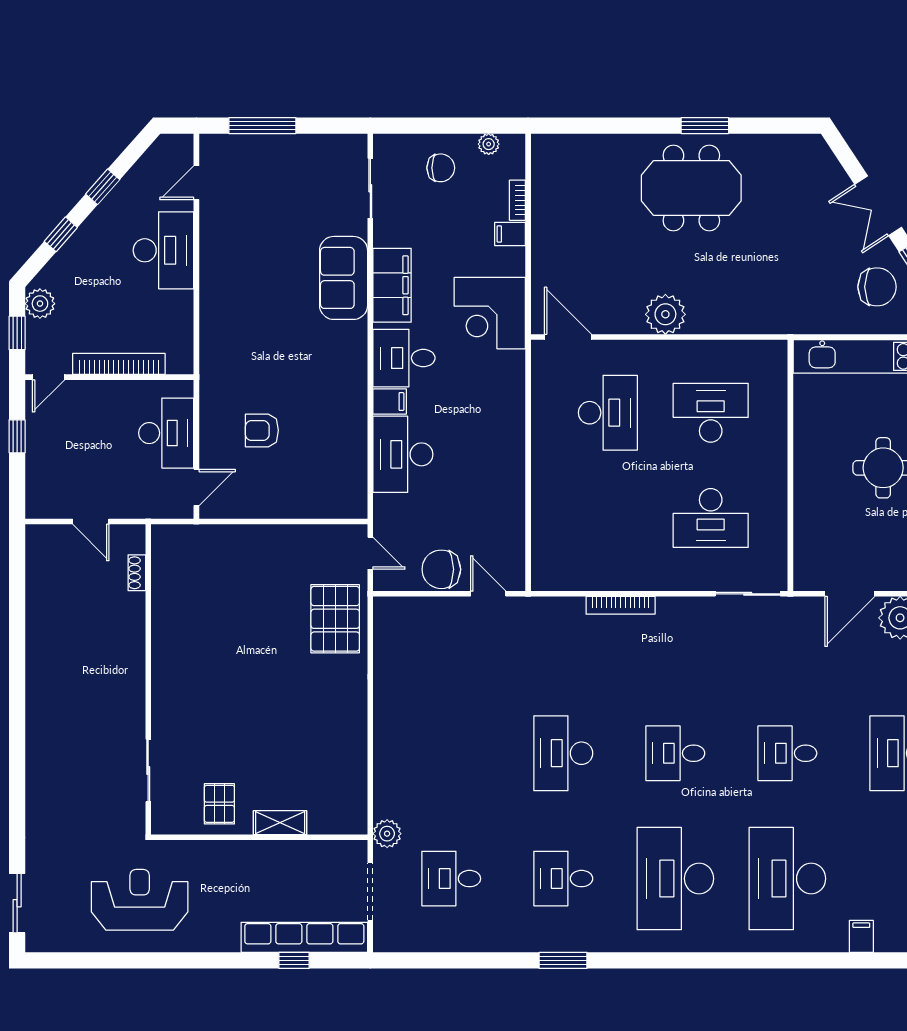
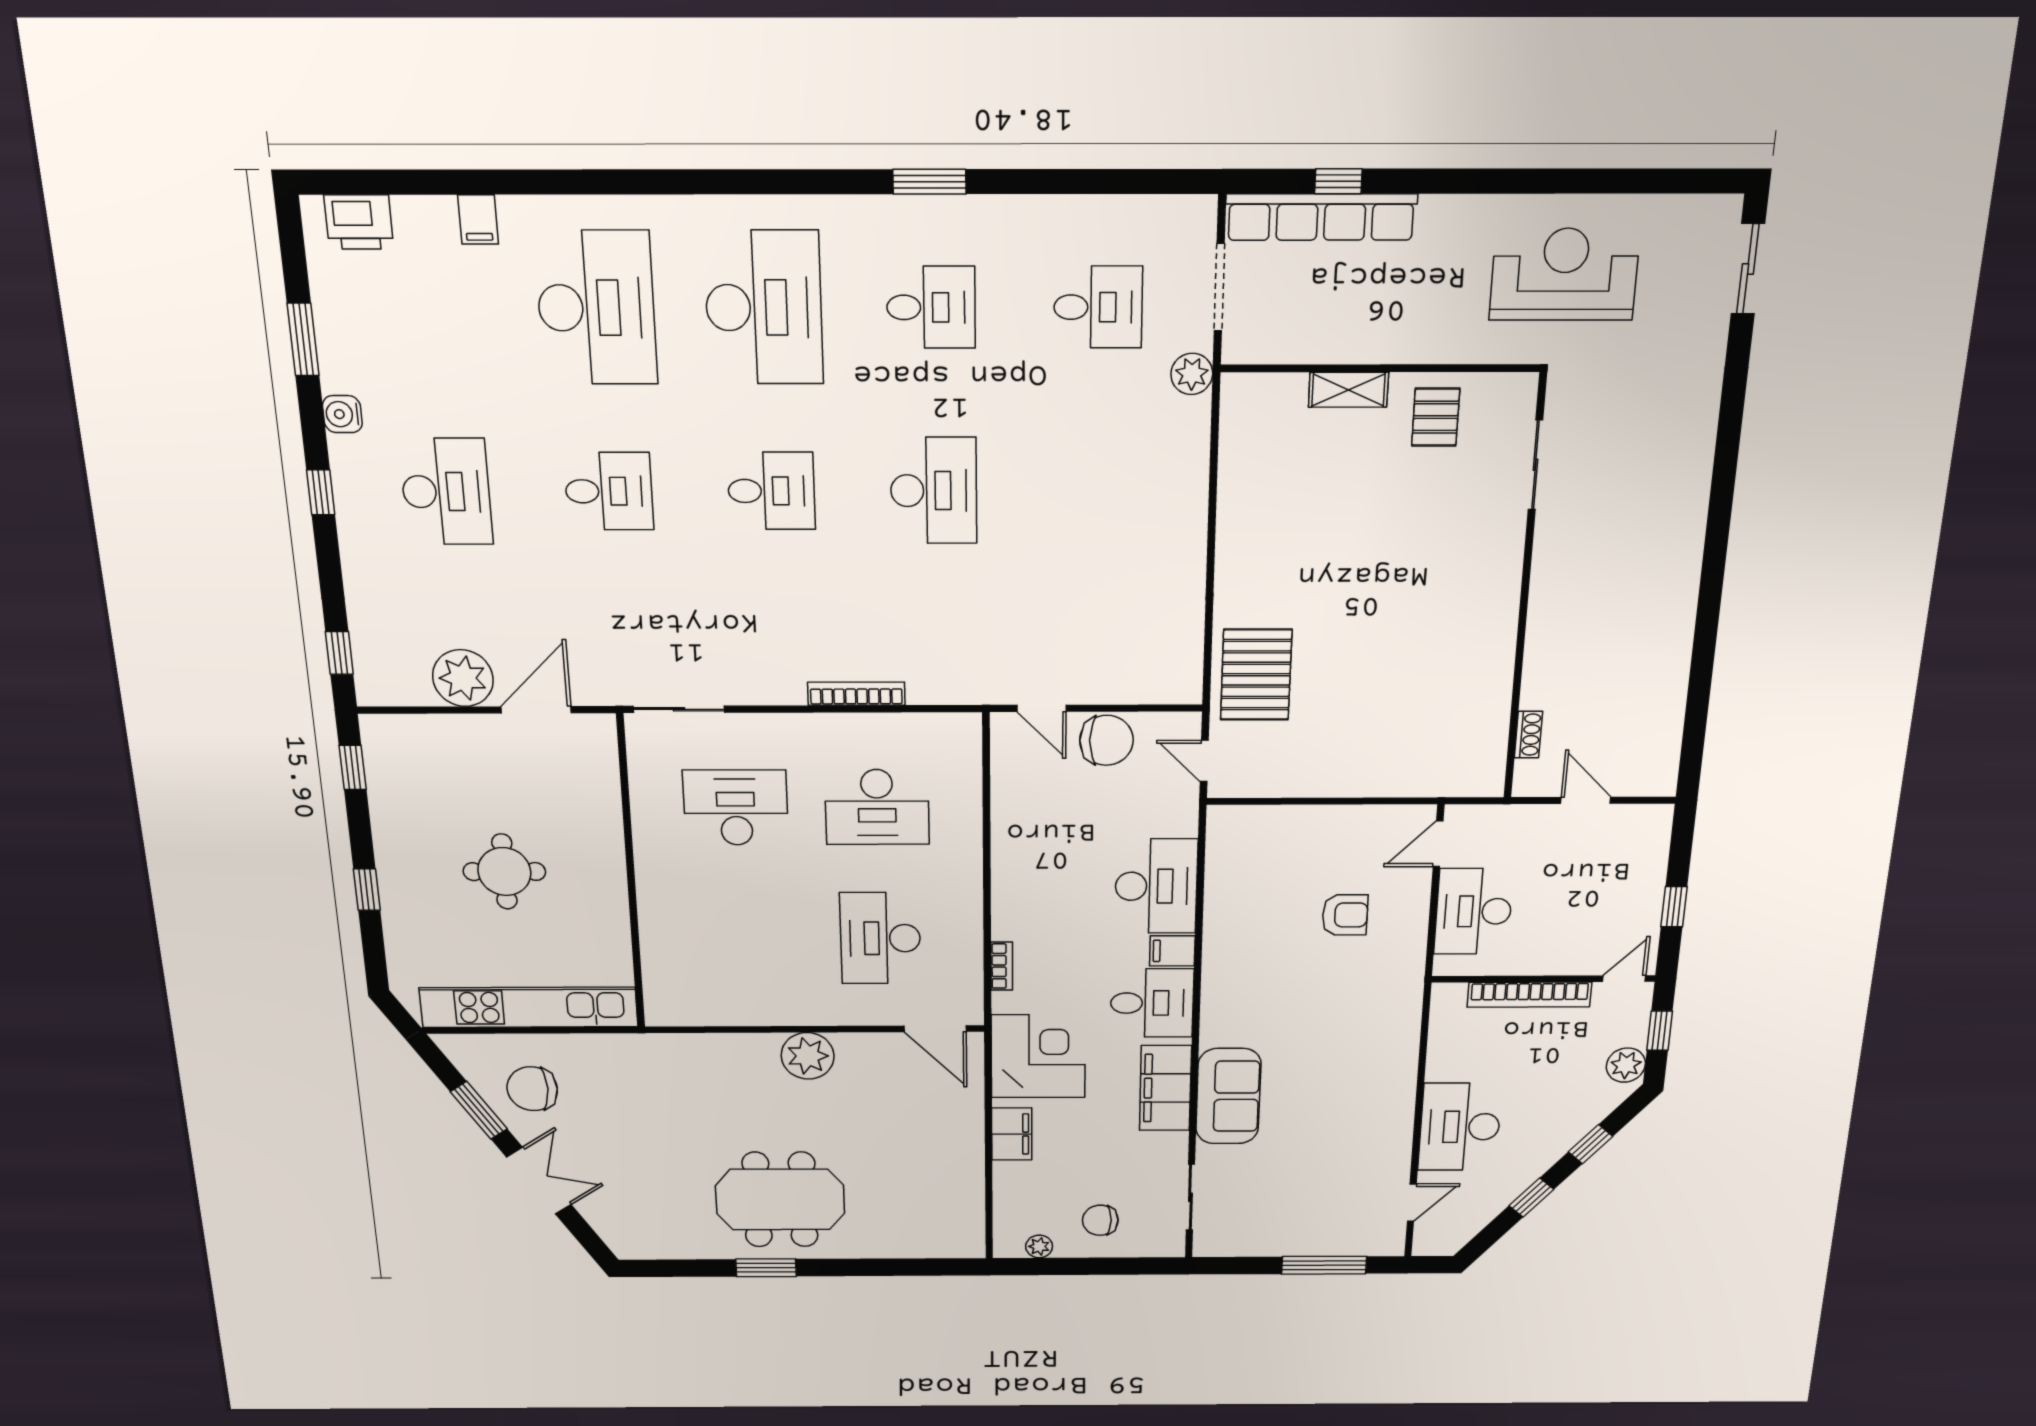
bookcase: (517, 200) -> (1002, 966), moved
filing cabinet: (510, 234) -> (1012, 1134), width x2.00
desk: (711, 413) -> (877, 807), moved
reception desk: (140, 900) -> (1564, 274), turned 180

